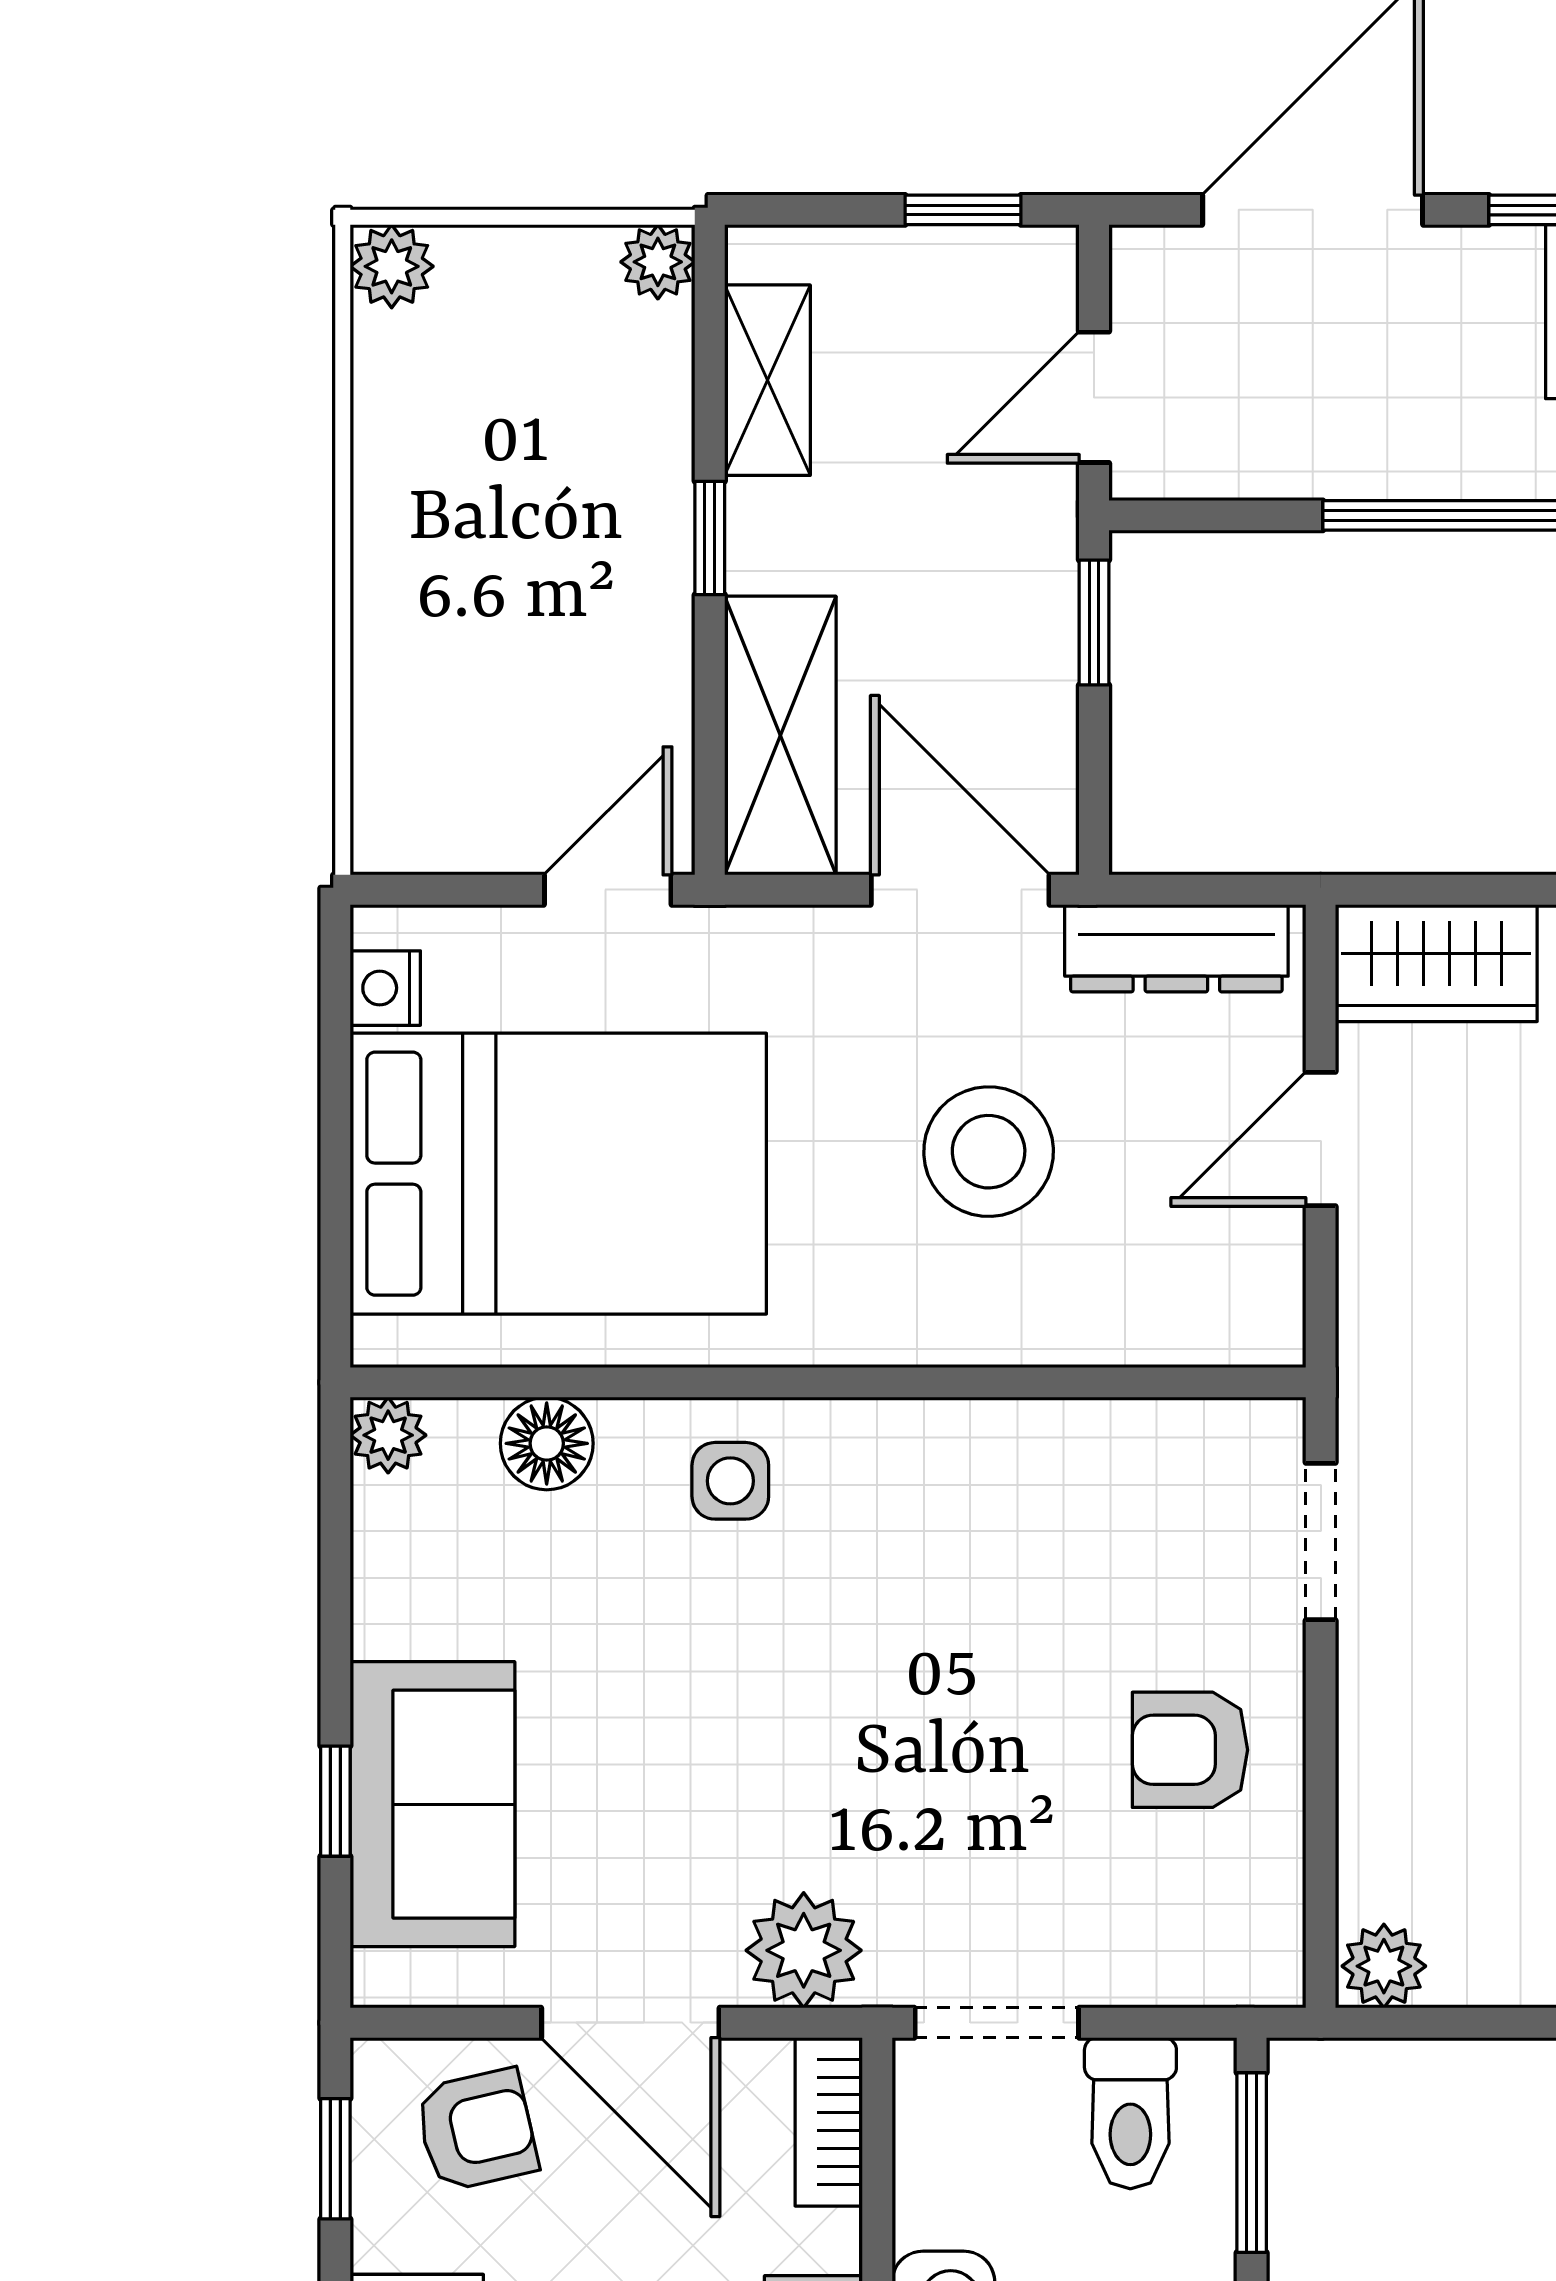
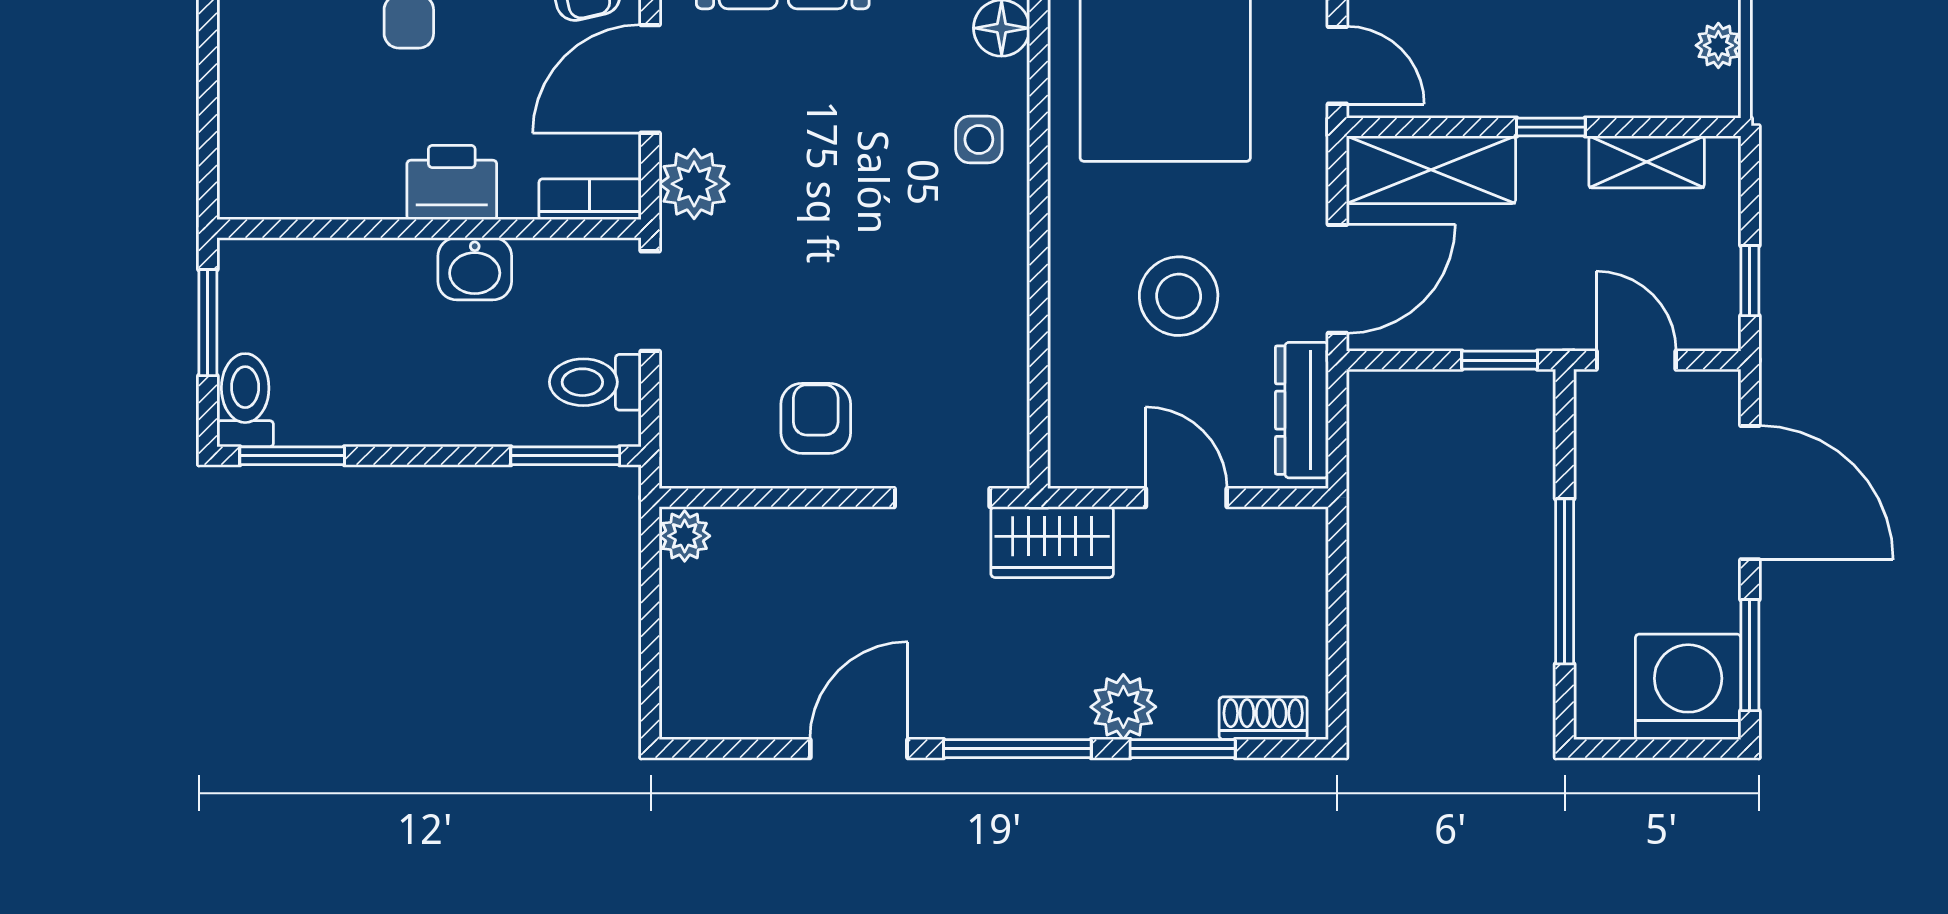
plant: (658, 262) -> (1718, 45), moved
wardrobe: (1436, 963) -> (1052, 542), moved, turned -90

